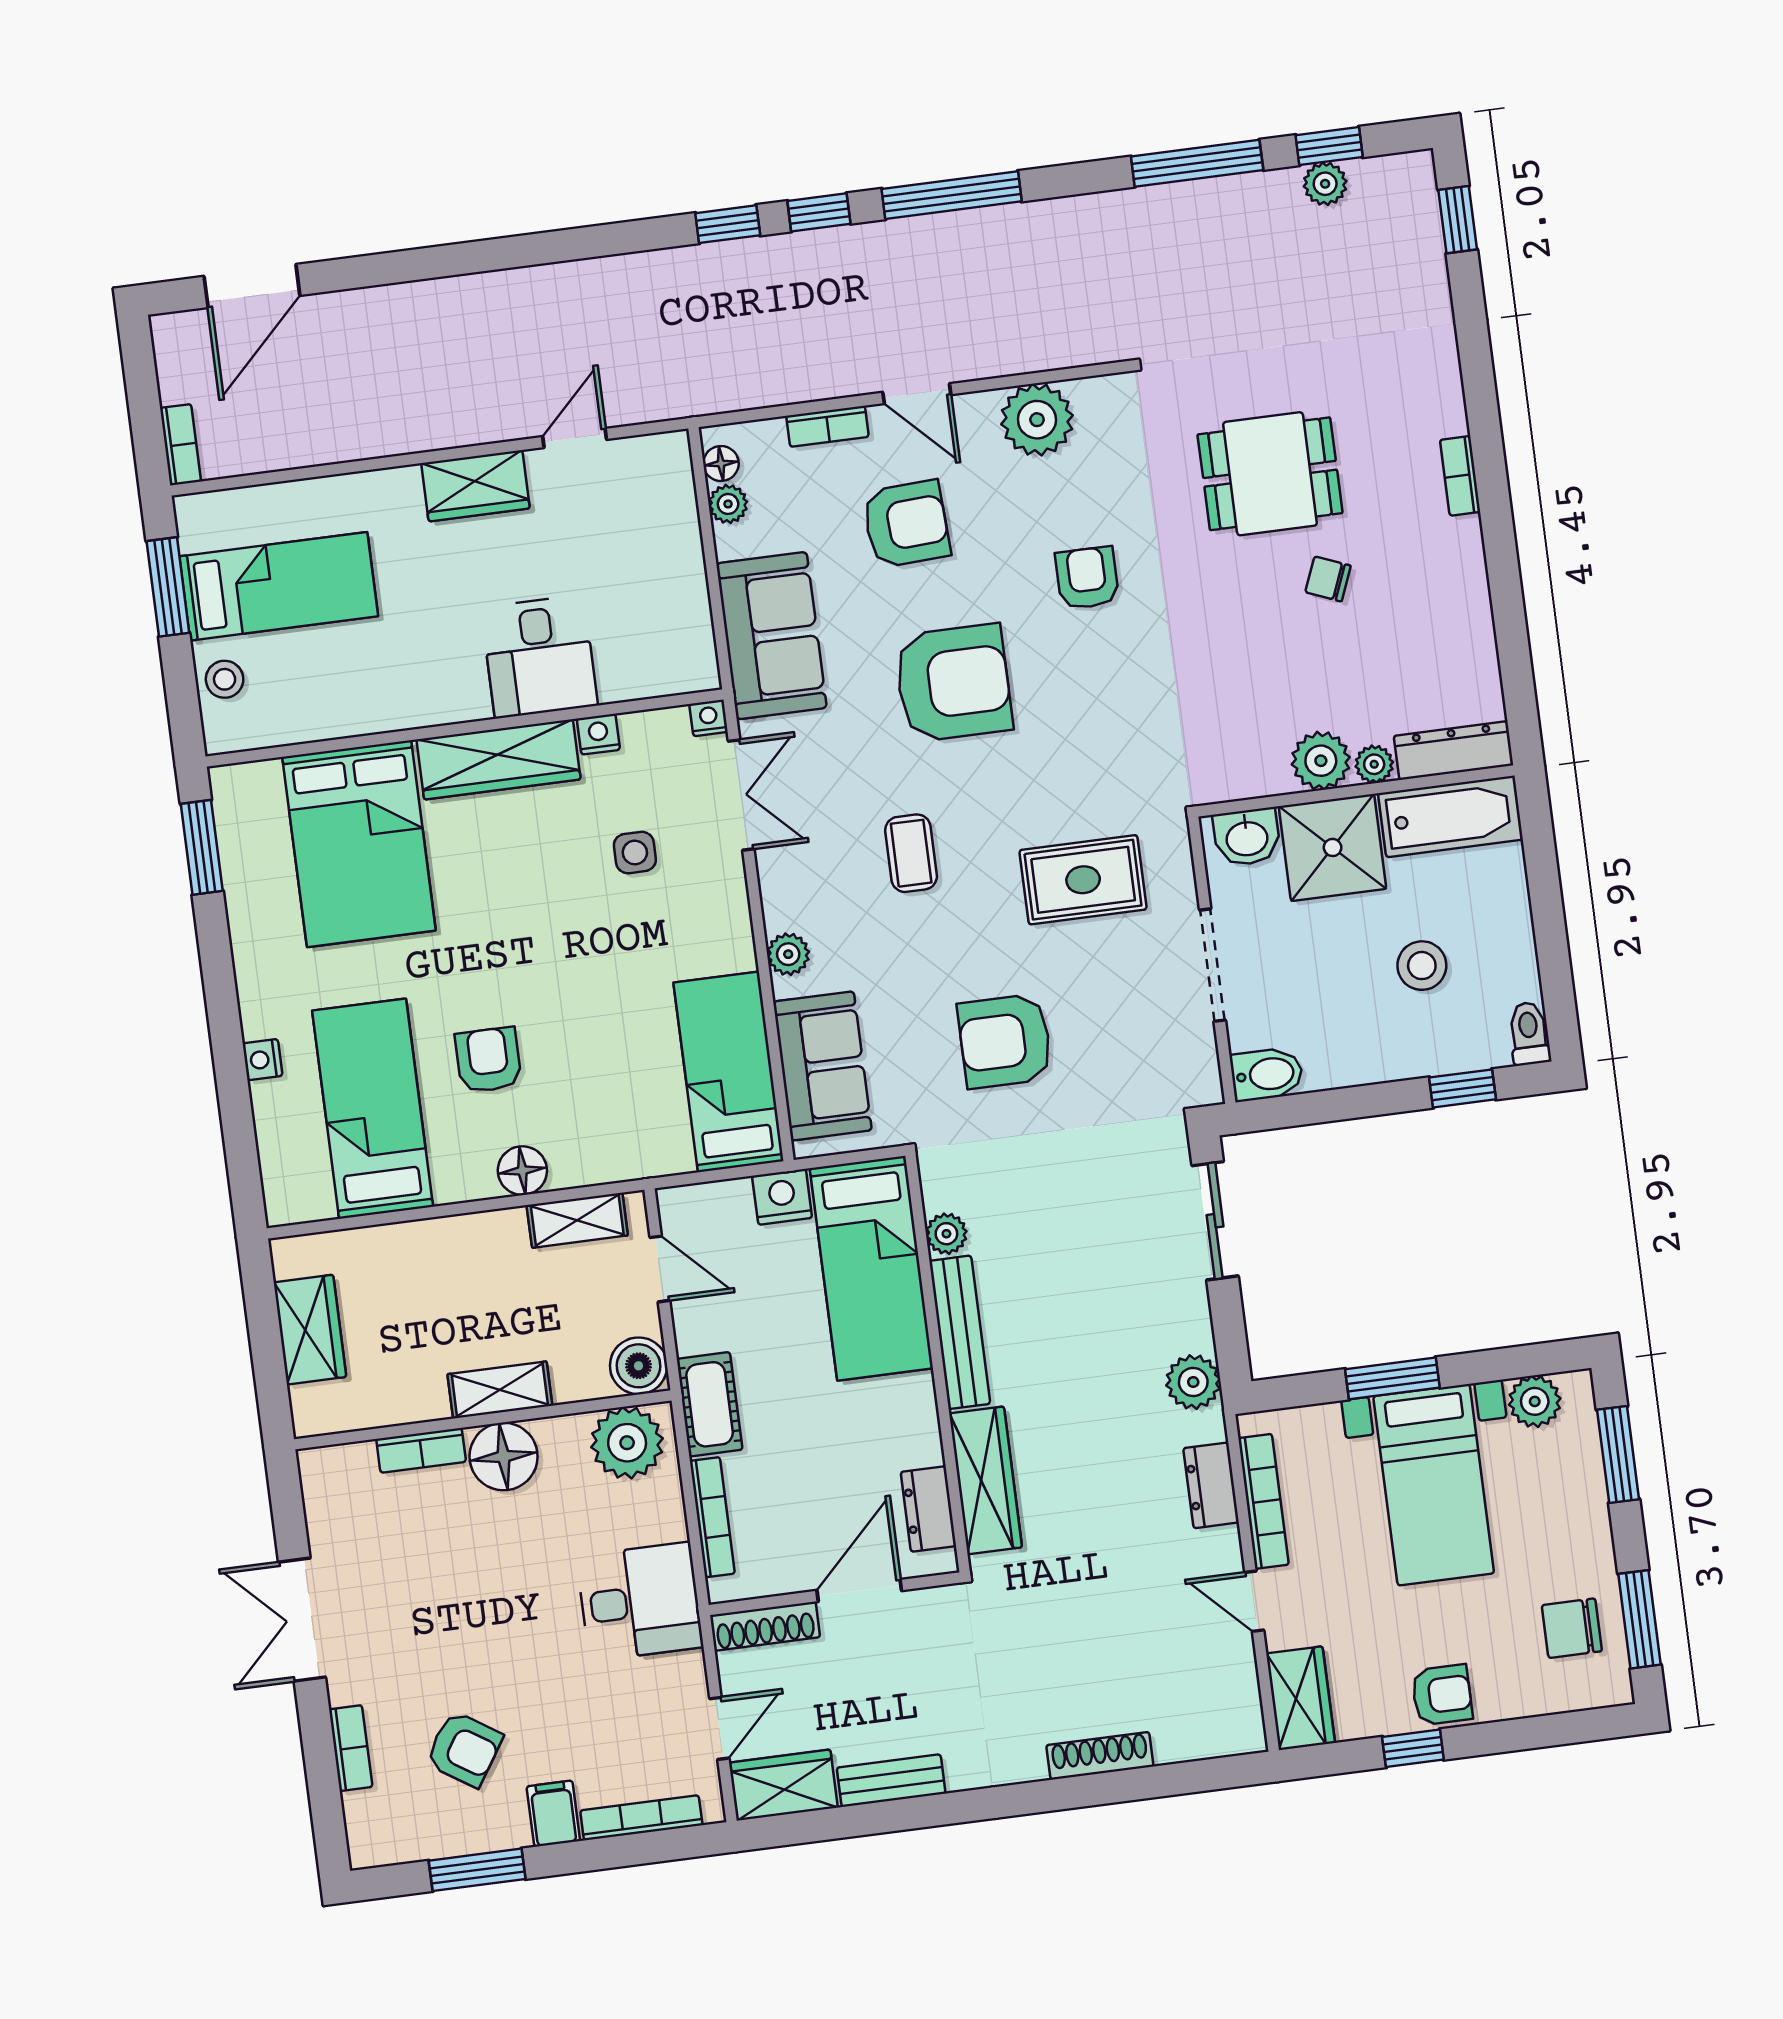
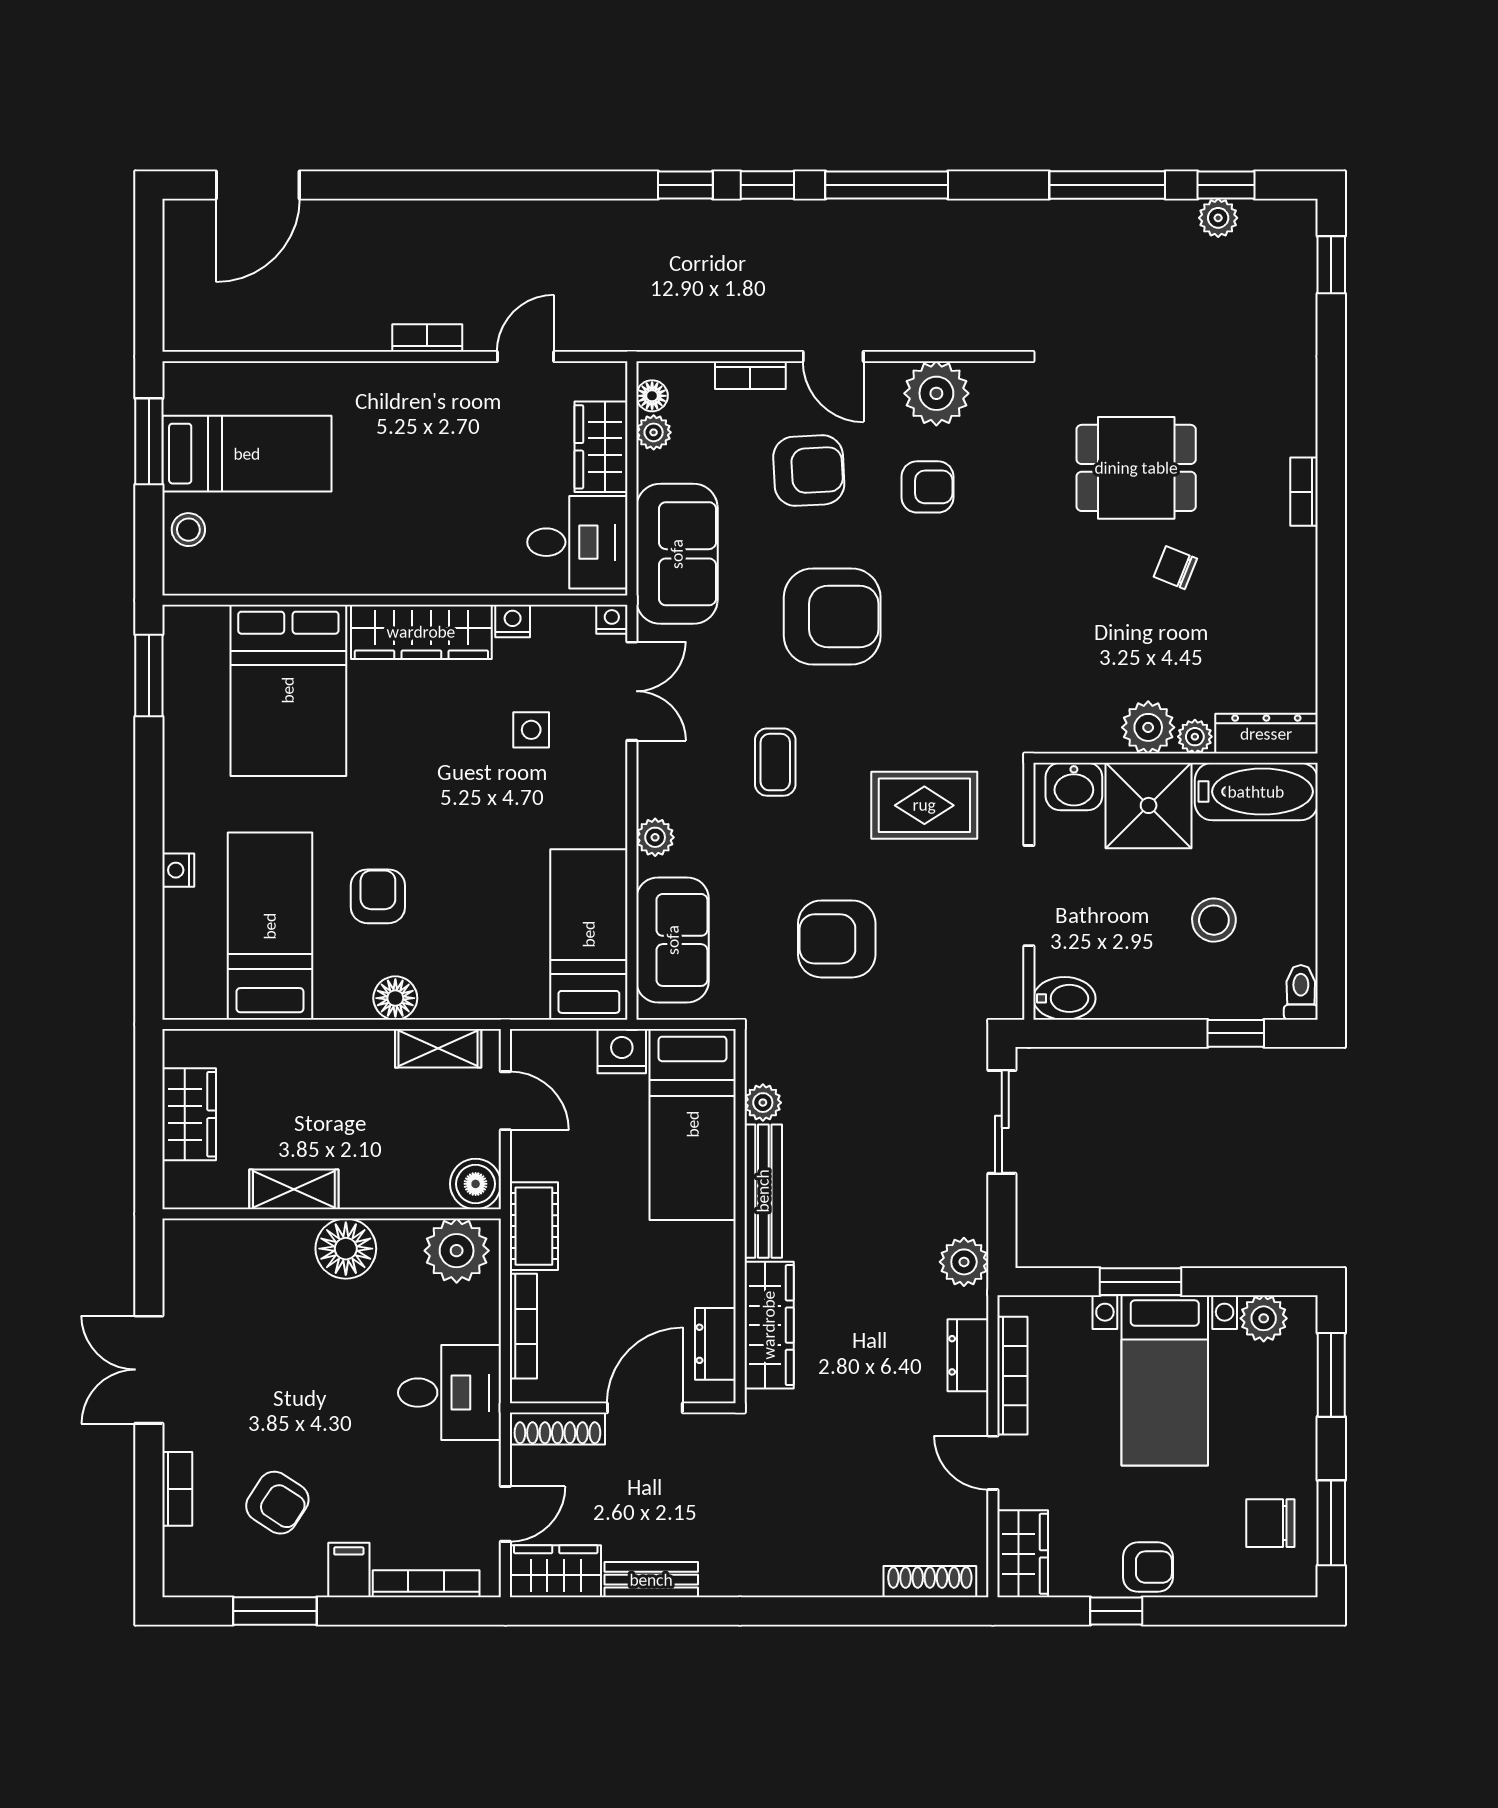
bookcase: (181, 445) -> (427, 338), moved, turned -90
wardrobe: (475, 486) -> (601, 447), moved, turned 90
armchair: (1087, 578) -> (928, 487), moved, turned 90
desk: (539, 657) -> (577, 542), moved, turned -90
shelving: (500, 1390) -> (294, 1189), moved
bookcase: (421, 1450) -> (274, 1234), removed
shoe rack: (1100, 1756) -> (930, 1582), moved

